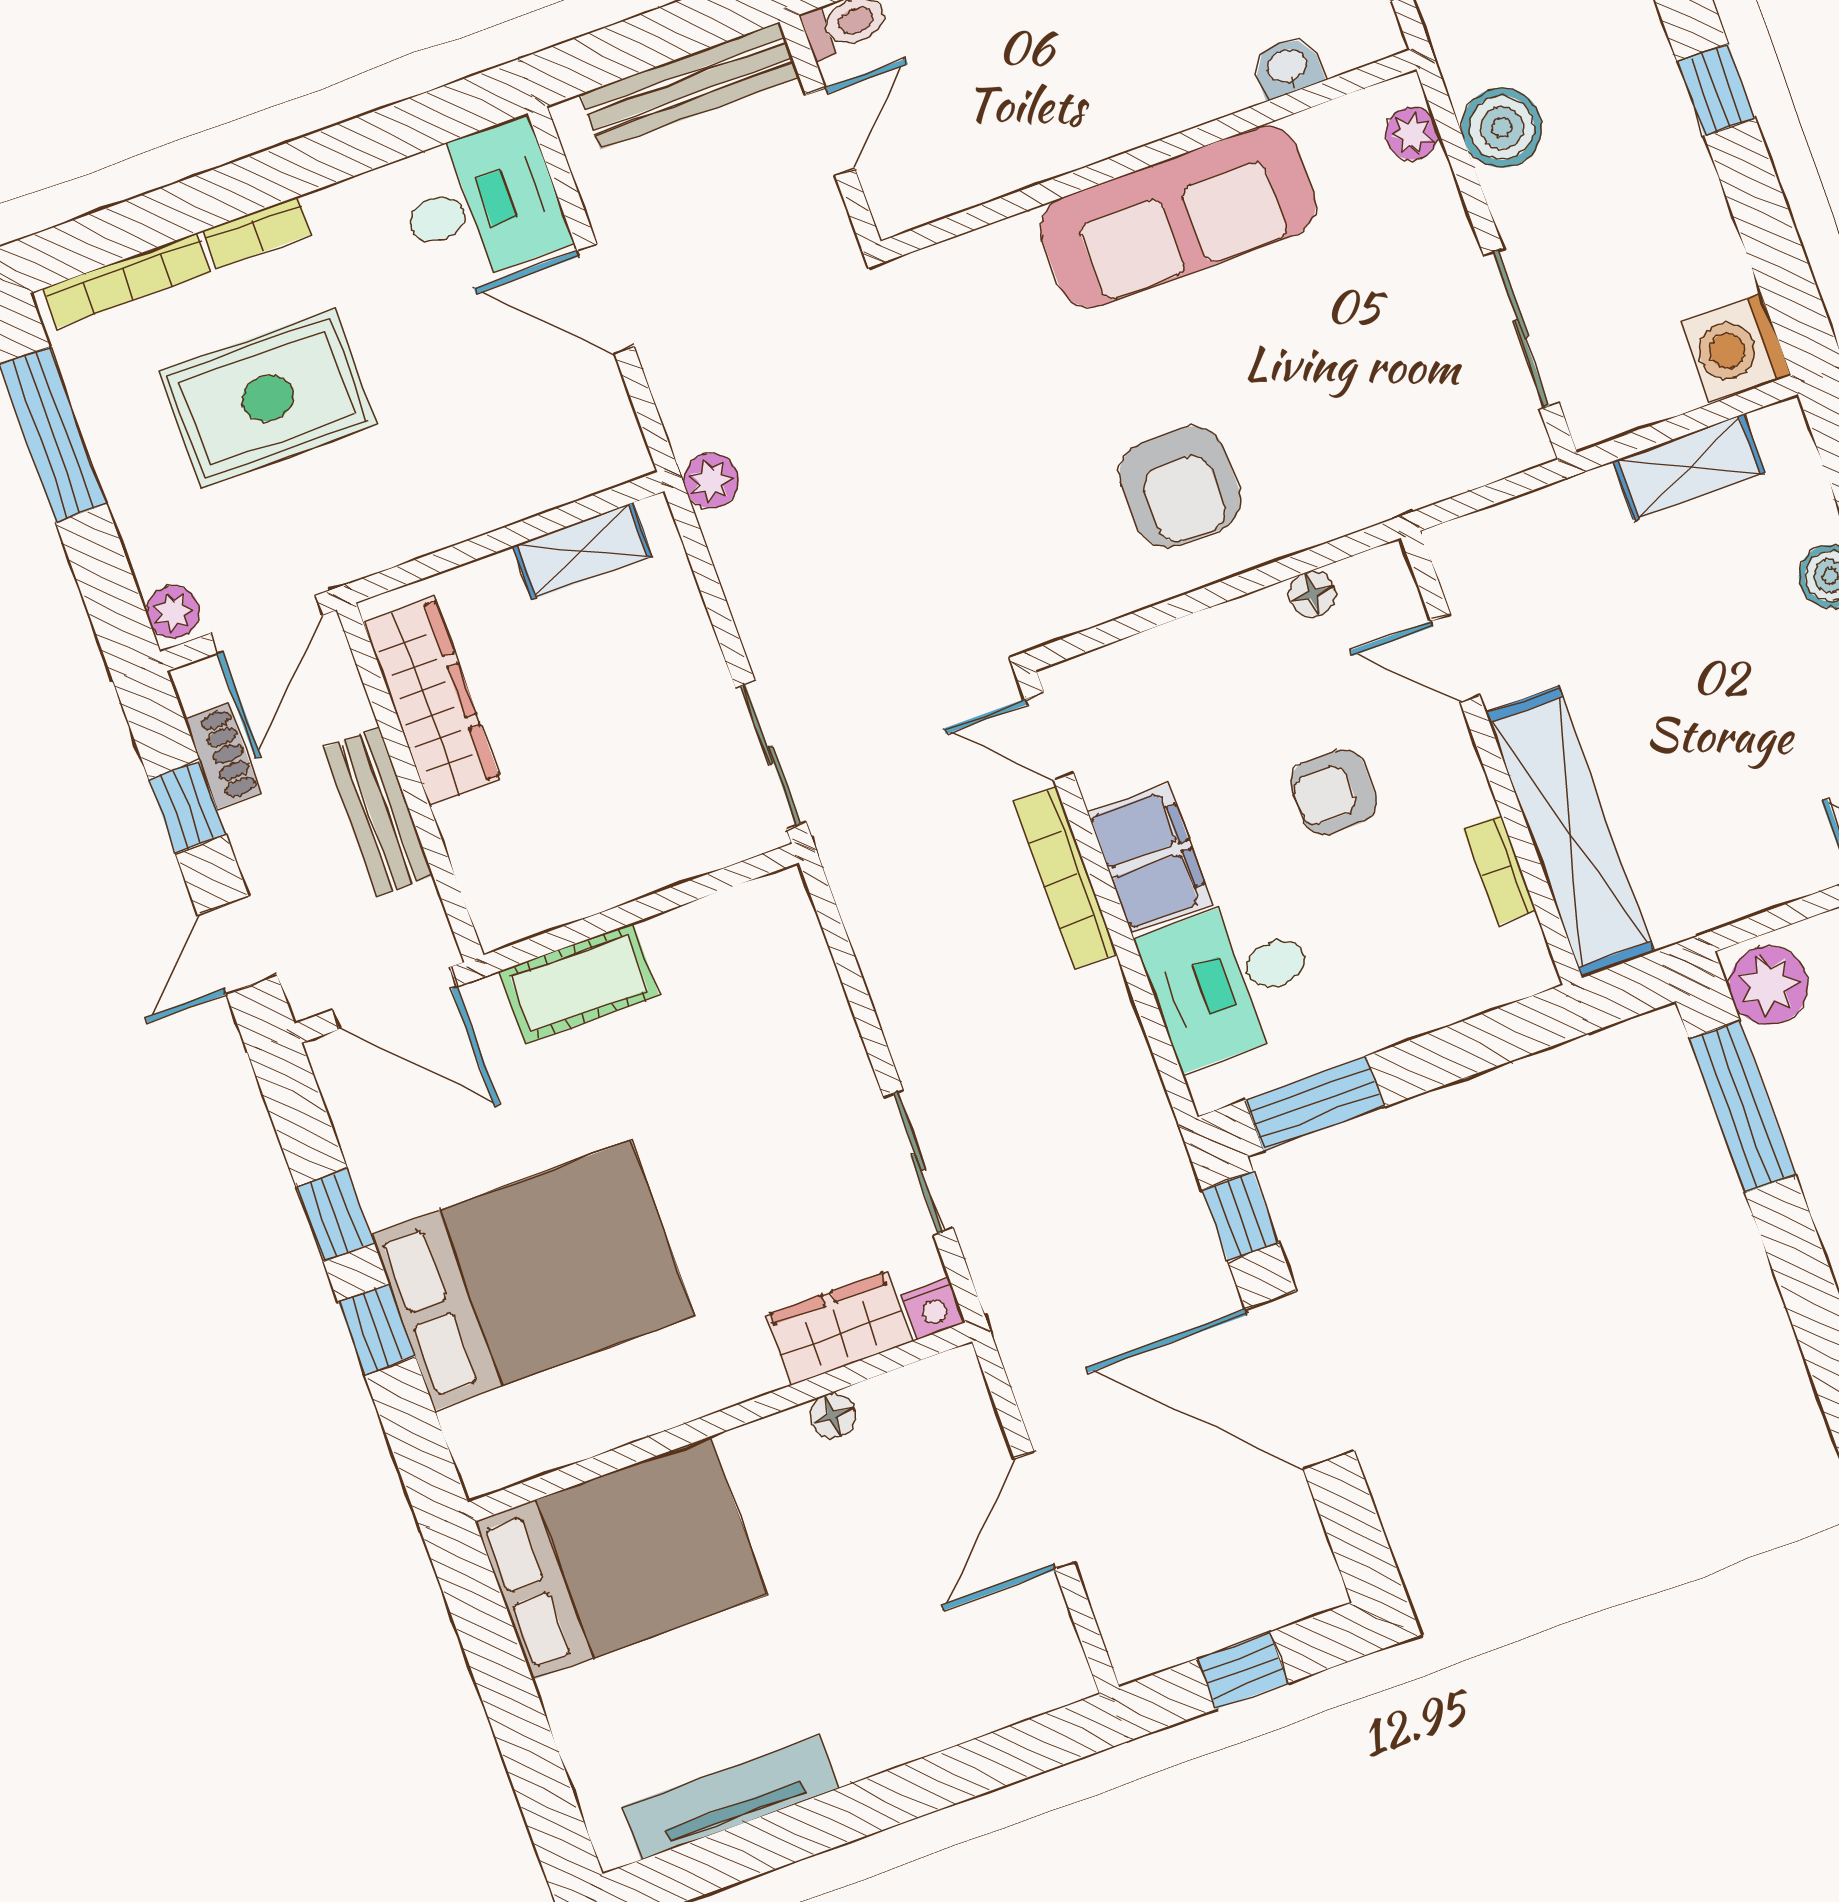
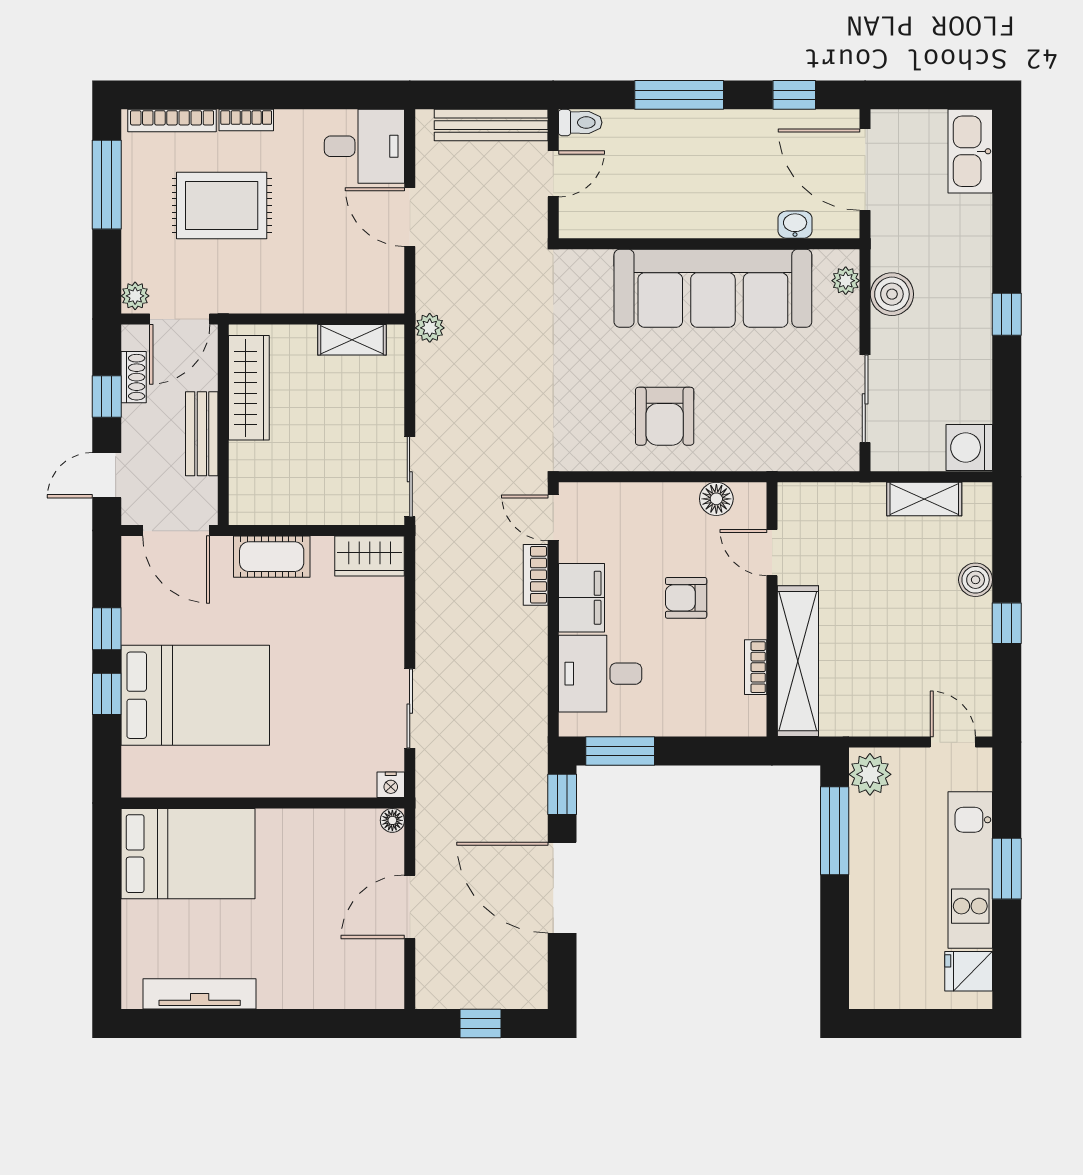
sofa: (1178, 217) -> (713, 288), width x1.36, depth x1.27
floor lamp: (1313, 594) -> (716, 499), width x1.37, depth x1.37
bookcase: (1065, 878) -> (536, 575), width x0.64
wardrobe: (839, 1328) -> (370, 556), moved, turned 180
floor lamp: (832, 1416) -> (392, 820), moved

